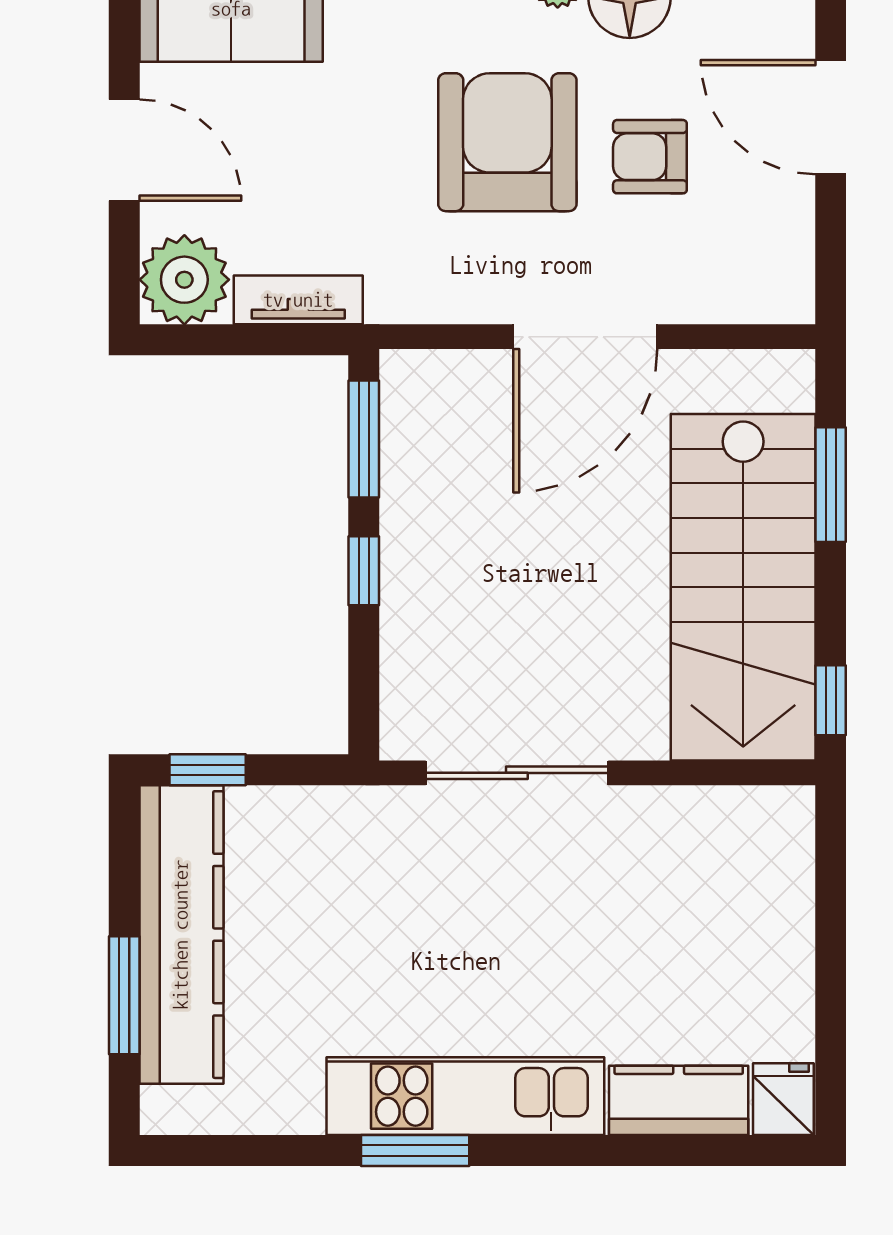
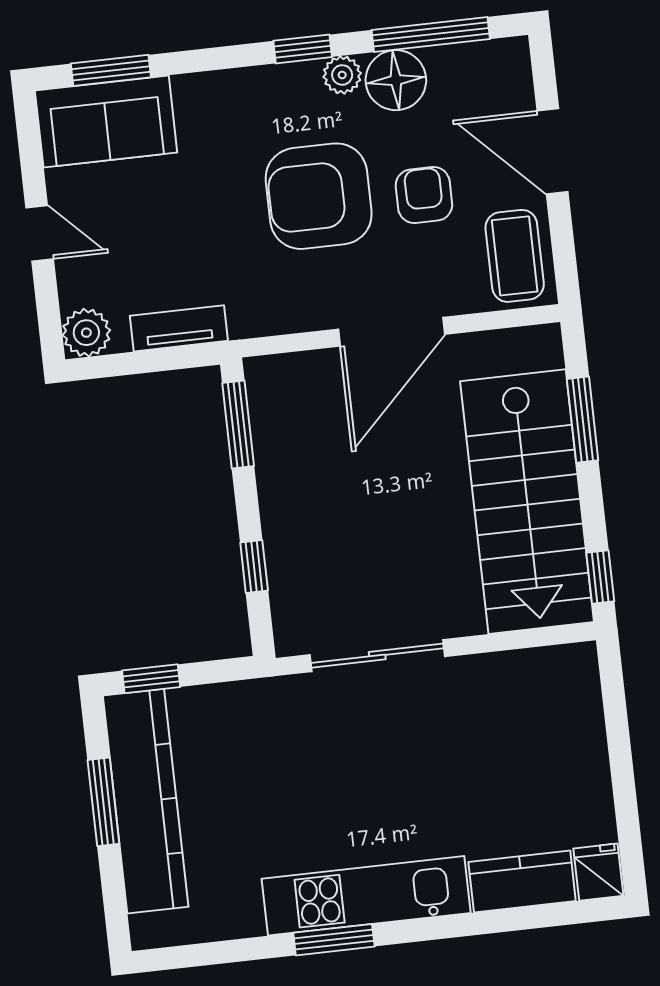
armchair: (507, 142) -> (319, 196), turned -90
door: (124, 150) -> (40, 233), width x0.73
armchair: (650, 157) -> (424, 195), turned 90
coffee table: (764, 253) -> (515, 256), added
plant: (184, 280) -> (86, 333), width x0.73, depth x0.73
window: (364, 571) -> (254, 567), moved
window: (124, 995) -> (103, 802), moved

